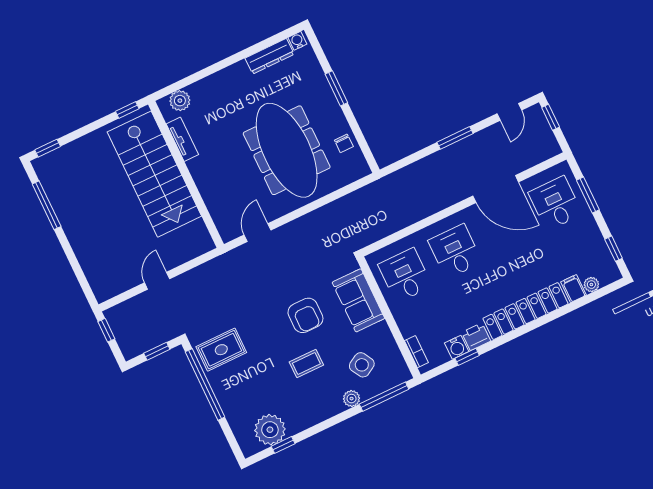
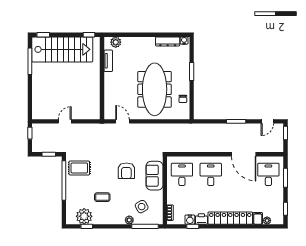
stairs: (154, 174) -> (62, 49), moved, turned -90
door: (258, 233) -> (122, 121), hinge flipped
coffee table: (306, 363) -> (102, 197), moved

